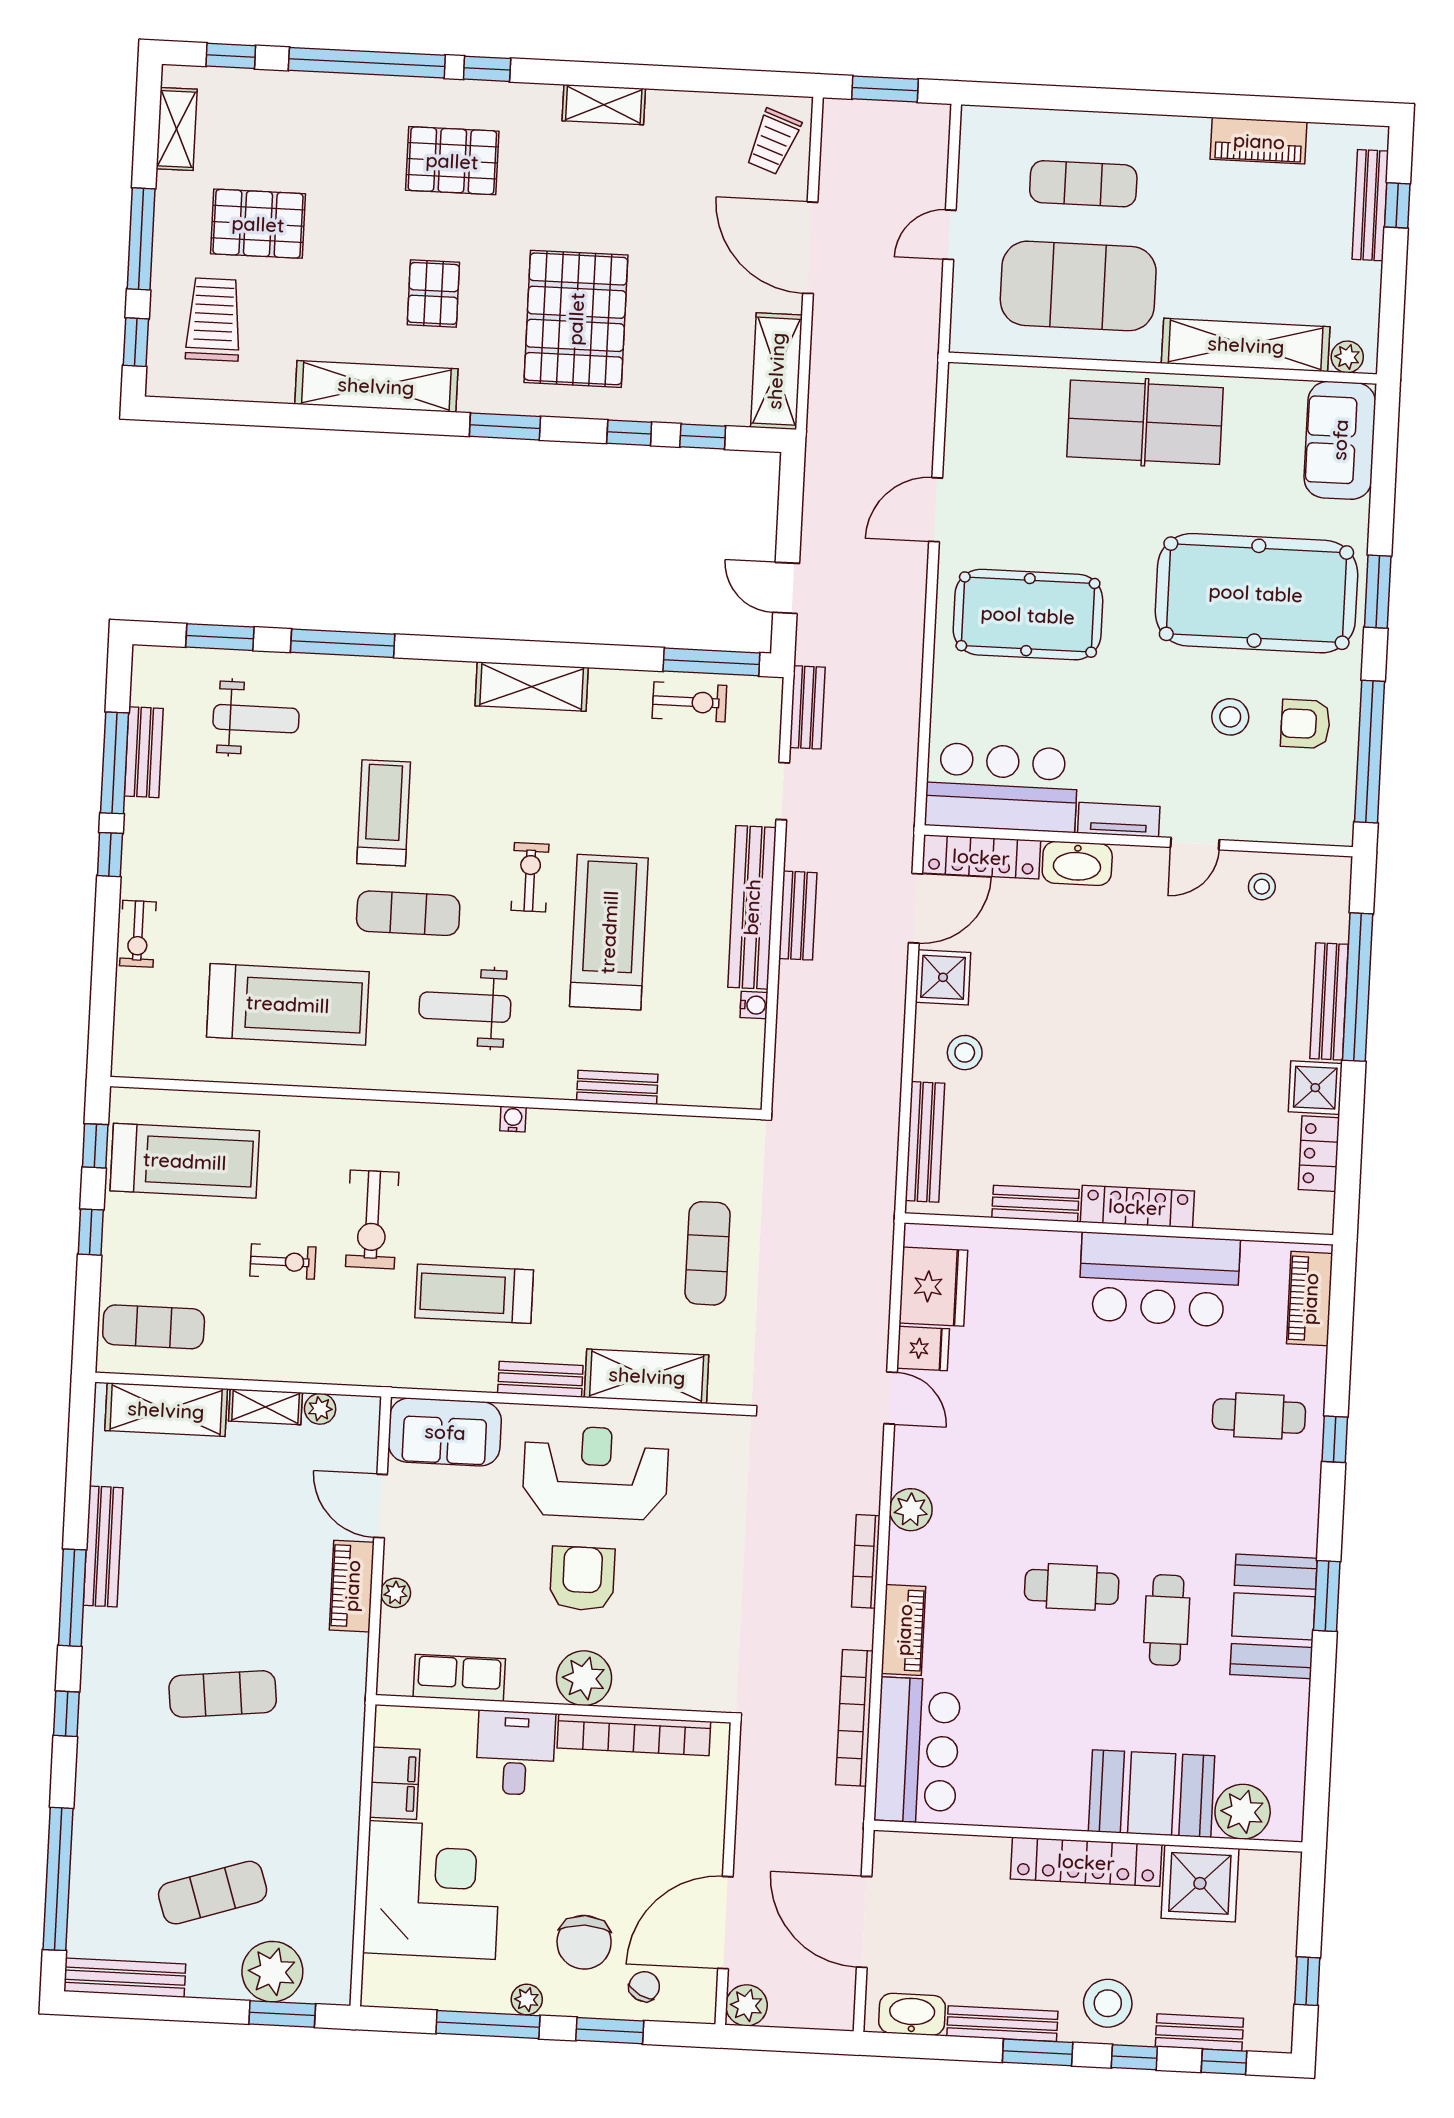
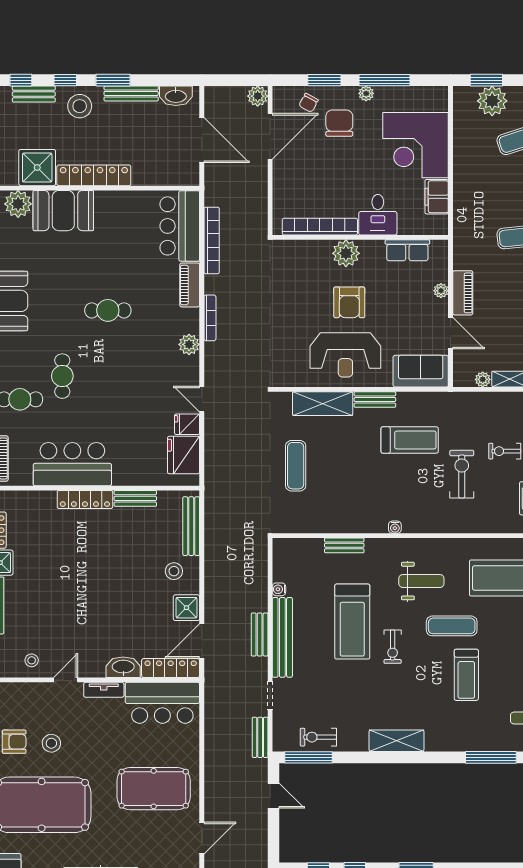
cafe table: (1167, 1620) -> (62, 376), moved

